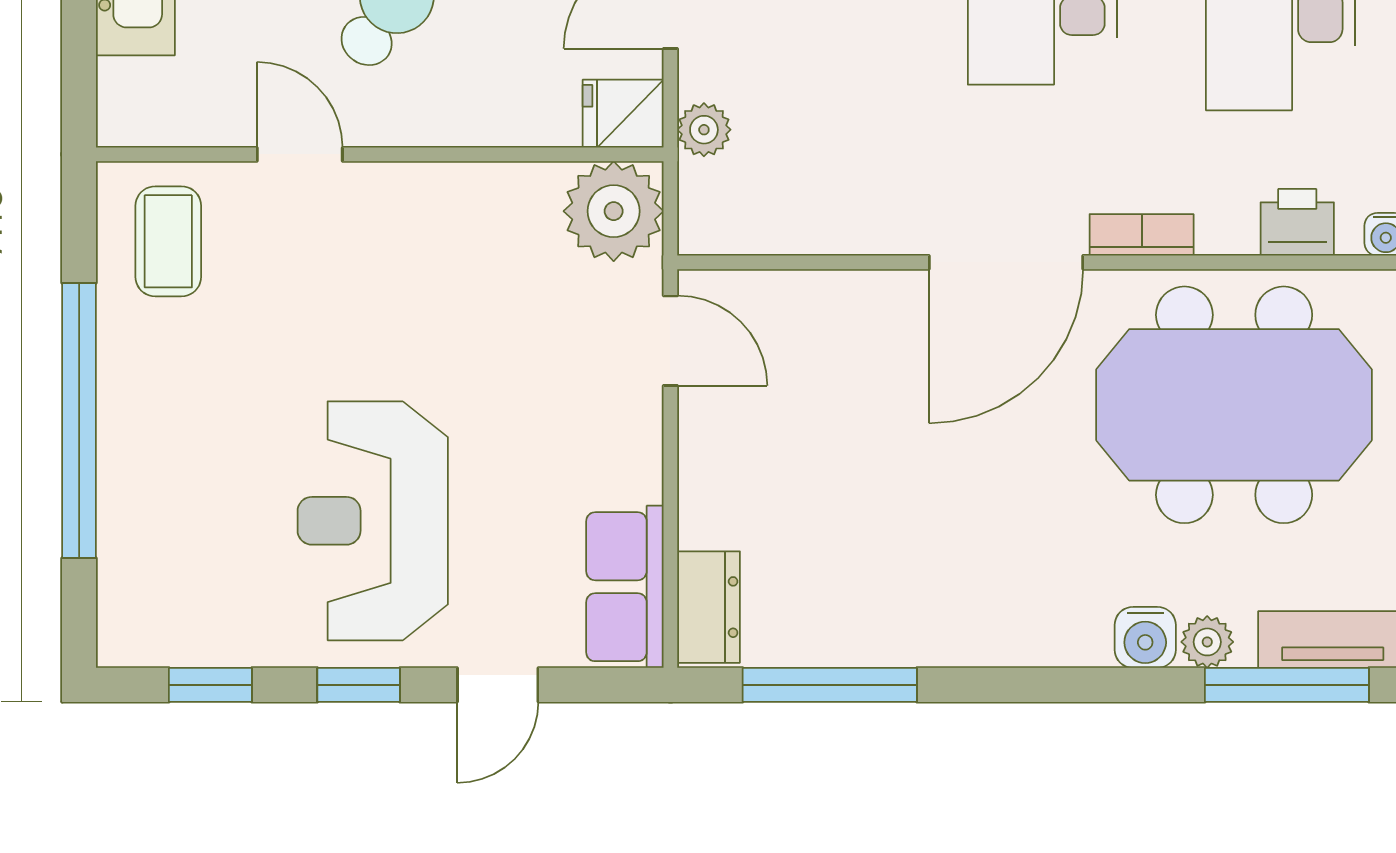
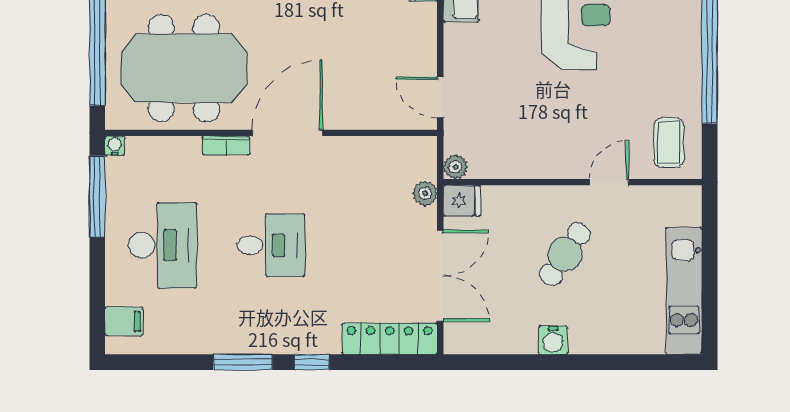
door: (300, 154) -> (609, 182), swing flipped
plant: (614, 211) -> (456, 167), width x0.53, depth x0.53
printer: (1297, 222) -> (155, 151), removed

